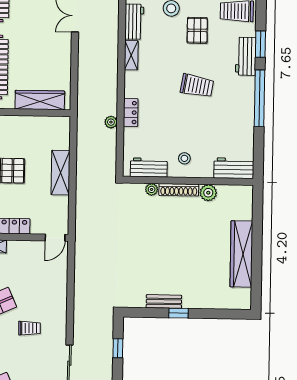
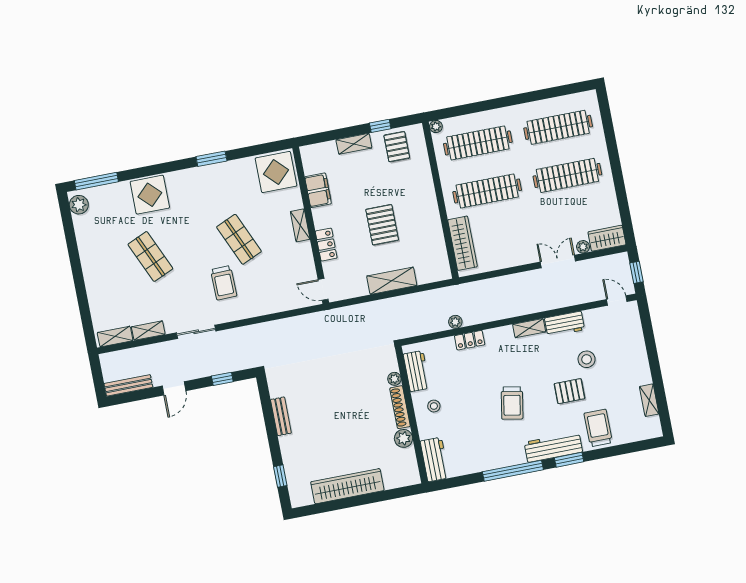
workbench: (246, 56) -> (553, 447), width x1.37
window: (179, 313) -> (280, 476), moved
trolley: (30, 328) -> (224, 283), width x1.36, depth x1.39

